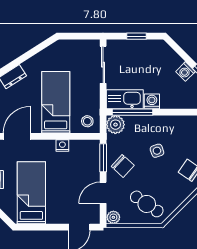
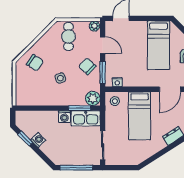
window: (137, 36) -> (76, 168), width x2.17
window: (132, 112) -> (80, 108), width x0.69
nightstand: (62, 146) -> (117, 82), moved
door: (103, 193) -> (103, 45), hinge flipped
cafe table: (147, 204) -> (68, 36), turned 56

